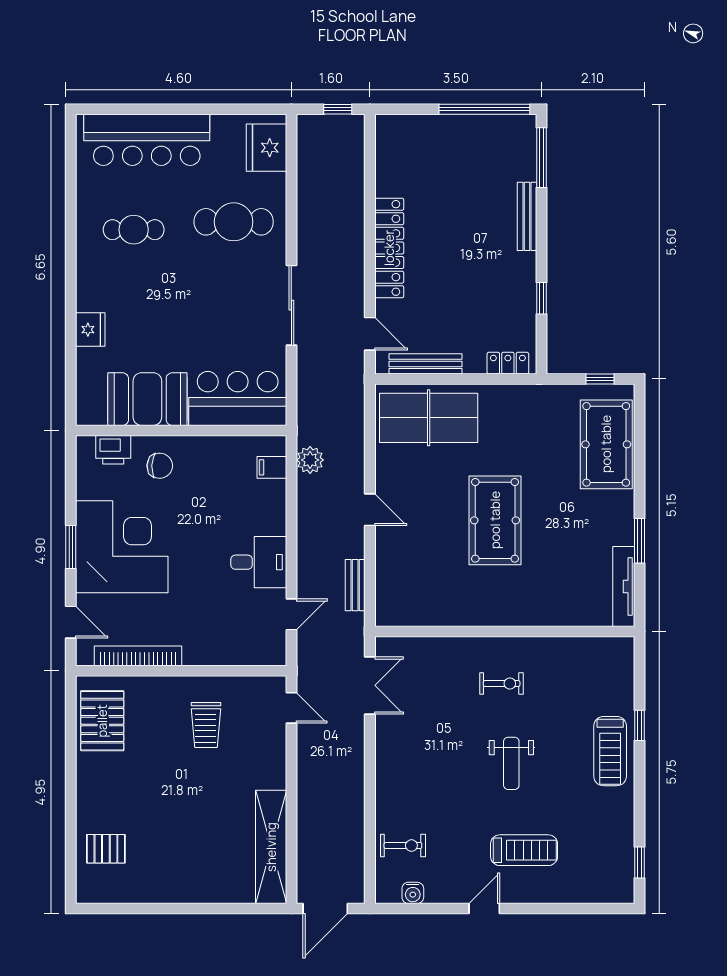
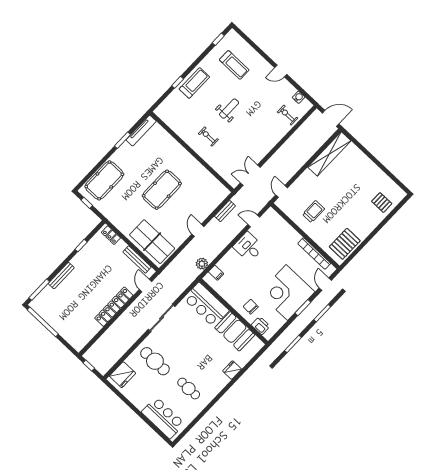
bar counter: (147, 140) -> (163, 418), width x0.73
treadmill: (524, 850) -> (234, 65), moved, turned 180

